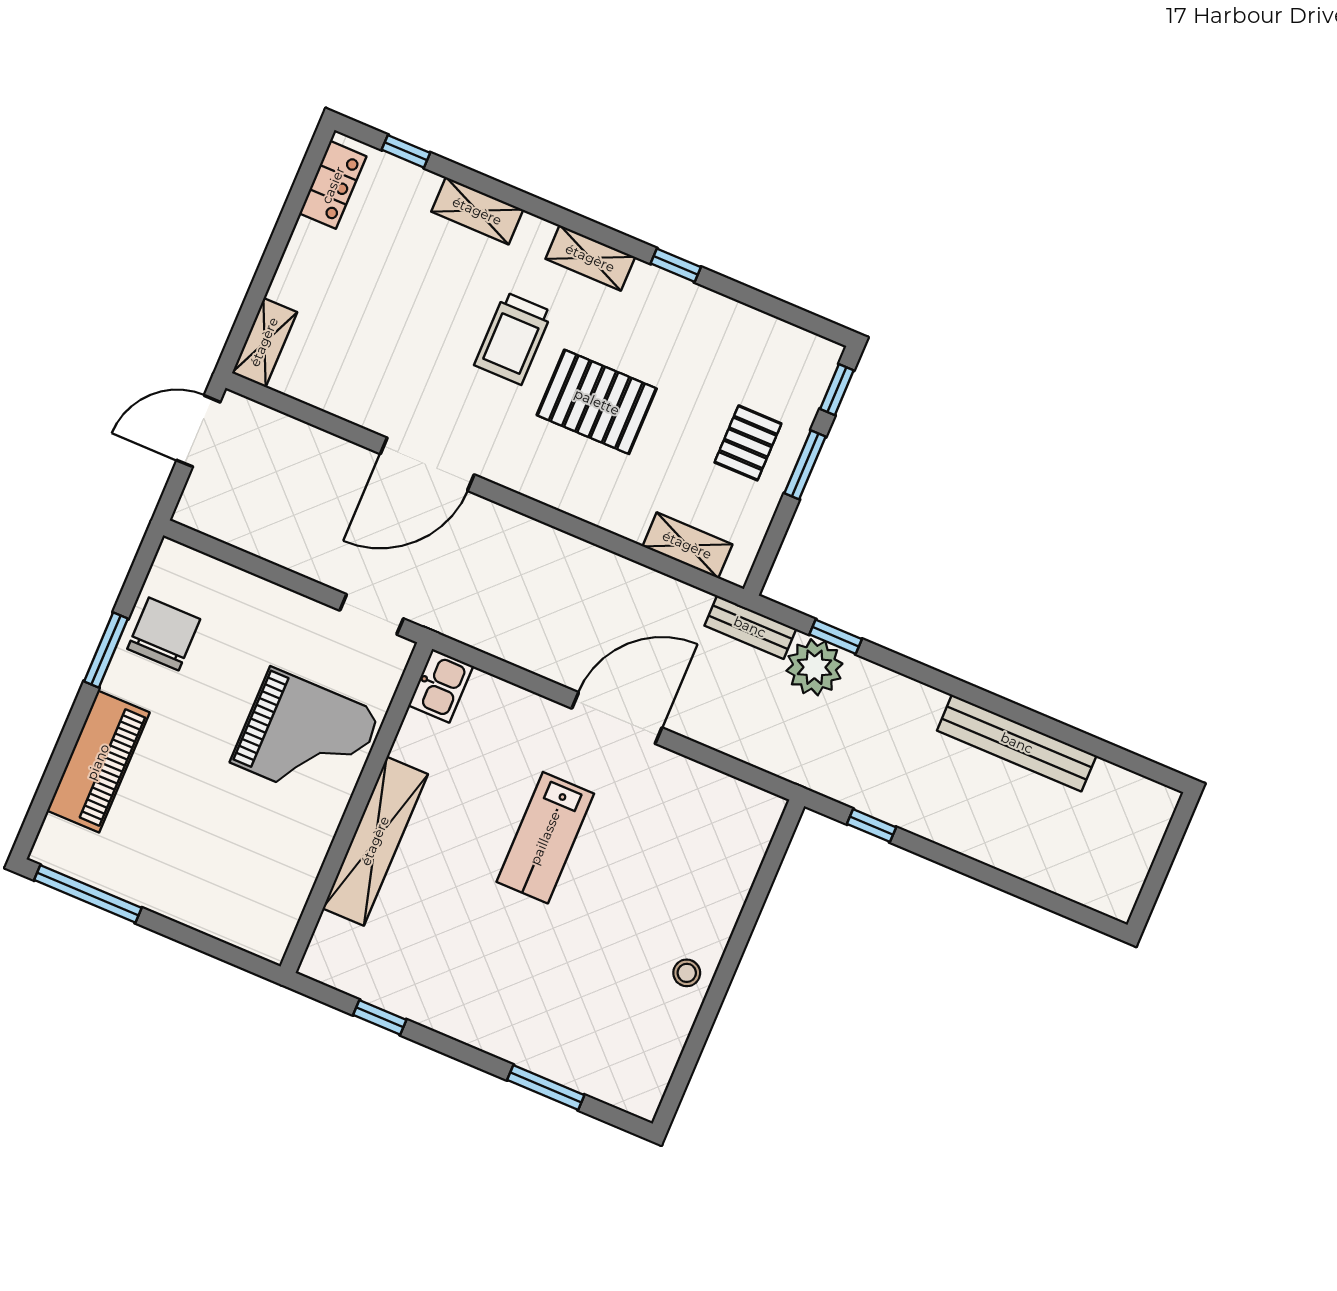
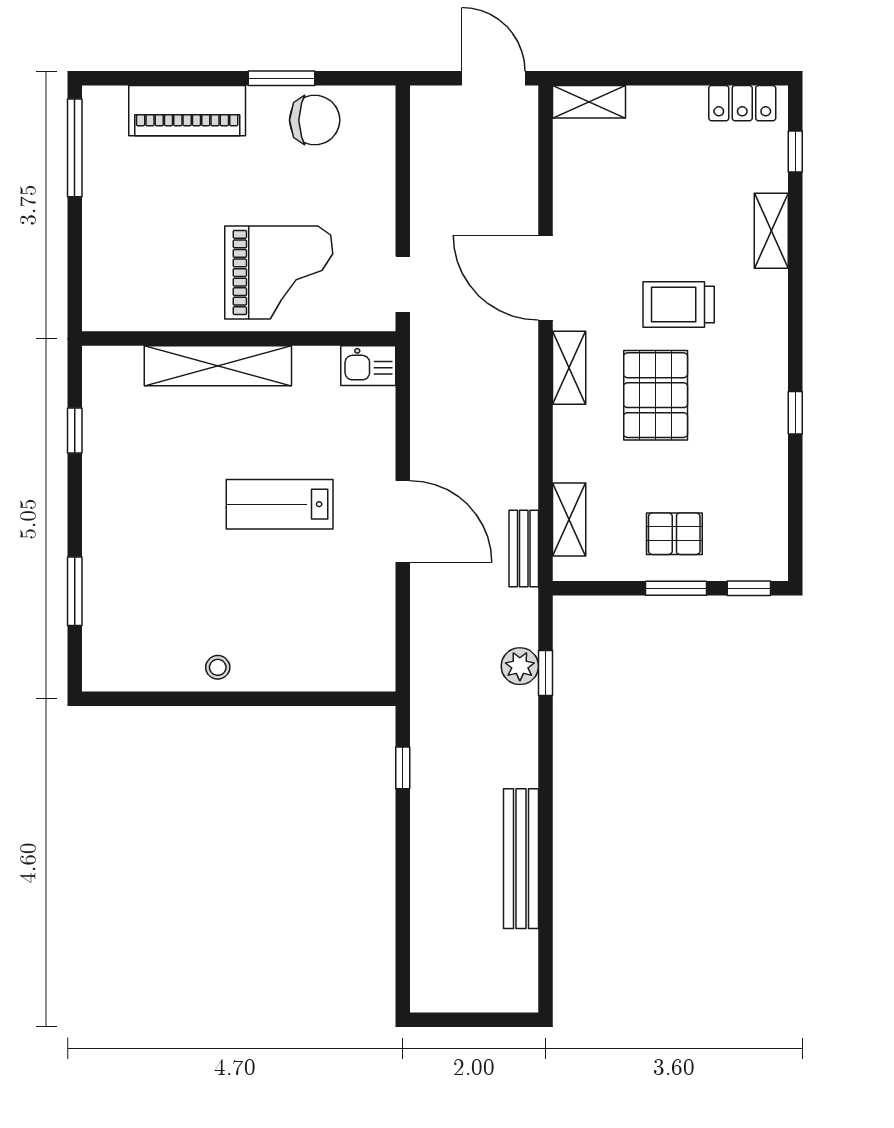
shelving: (590, 258) -> (569, 368), moved
bench: (750, 627) -> (524, 549), moved
plant: (814, 667) -> (520, 666), width x0.73, depth x0.73
grand piano: (306, 738) -> (279, 273), turned -90

